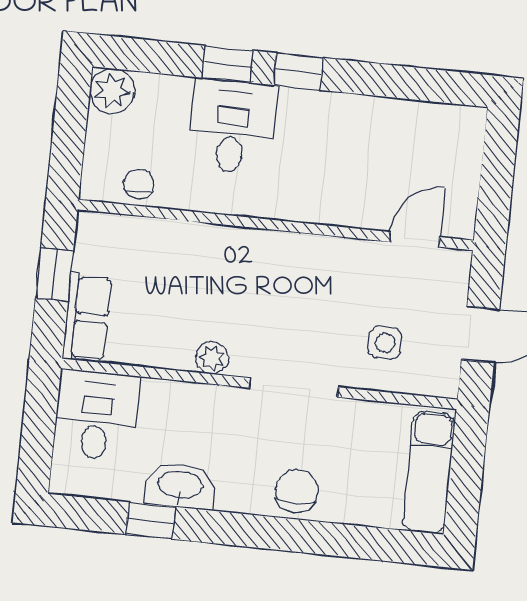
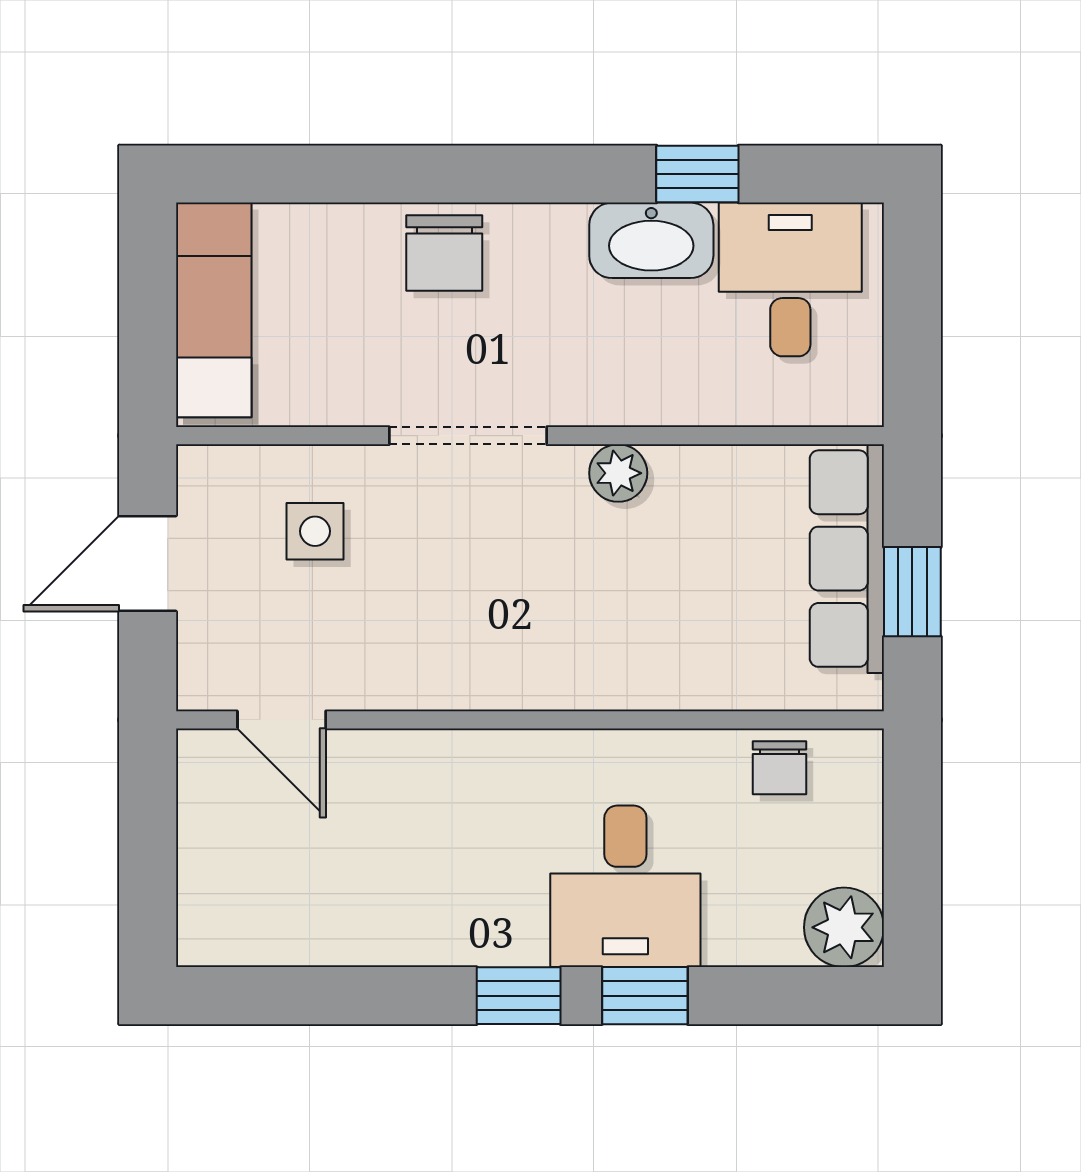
door: (415, 239) -> (282, 720), hinge flipped
row of seats: (87, 318) -> (847, 559), width x1.48
desk: (96, 415) -> (790, 279), moved, turned 180

